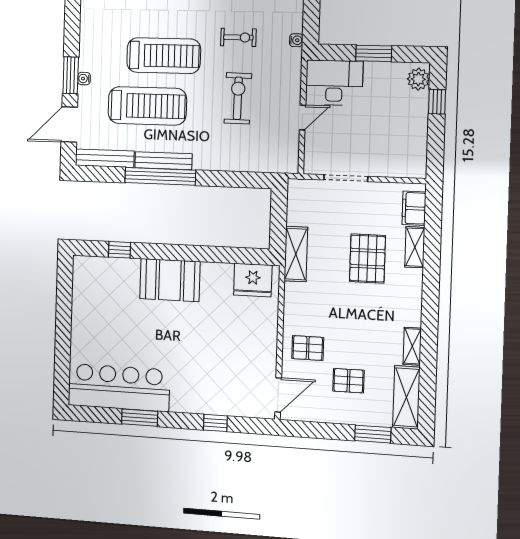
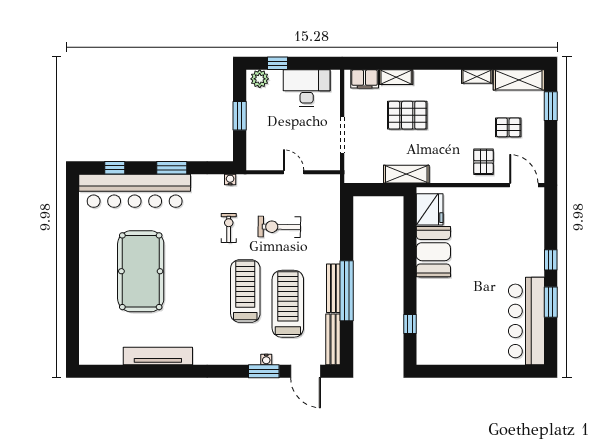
desk: (334, 83) -> (307, 88), moved, turned 90
booth: (170, 280) -> (433, 252), moved
pallet: (348, 381) -> (508, 127), turned 90
window: (215, 423) -> (551, 260), moved

